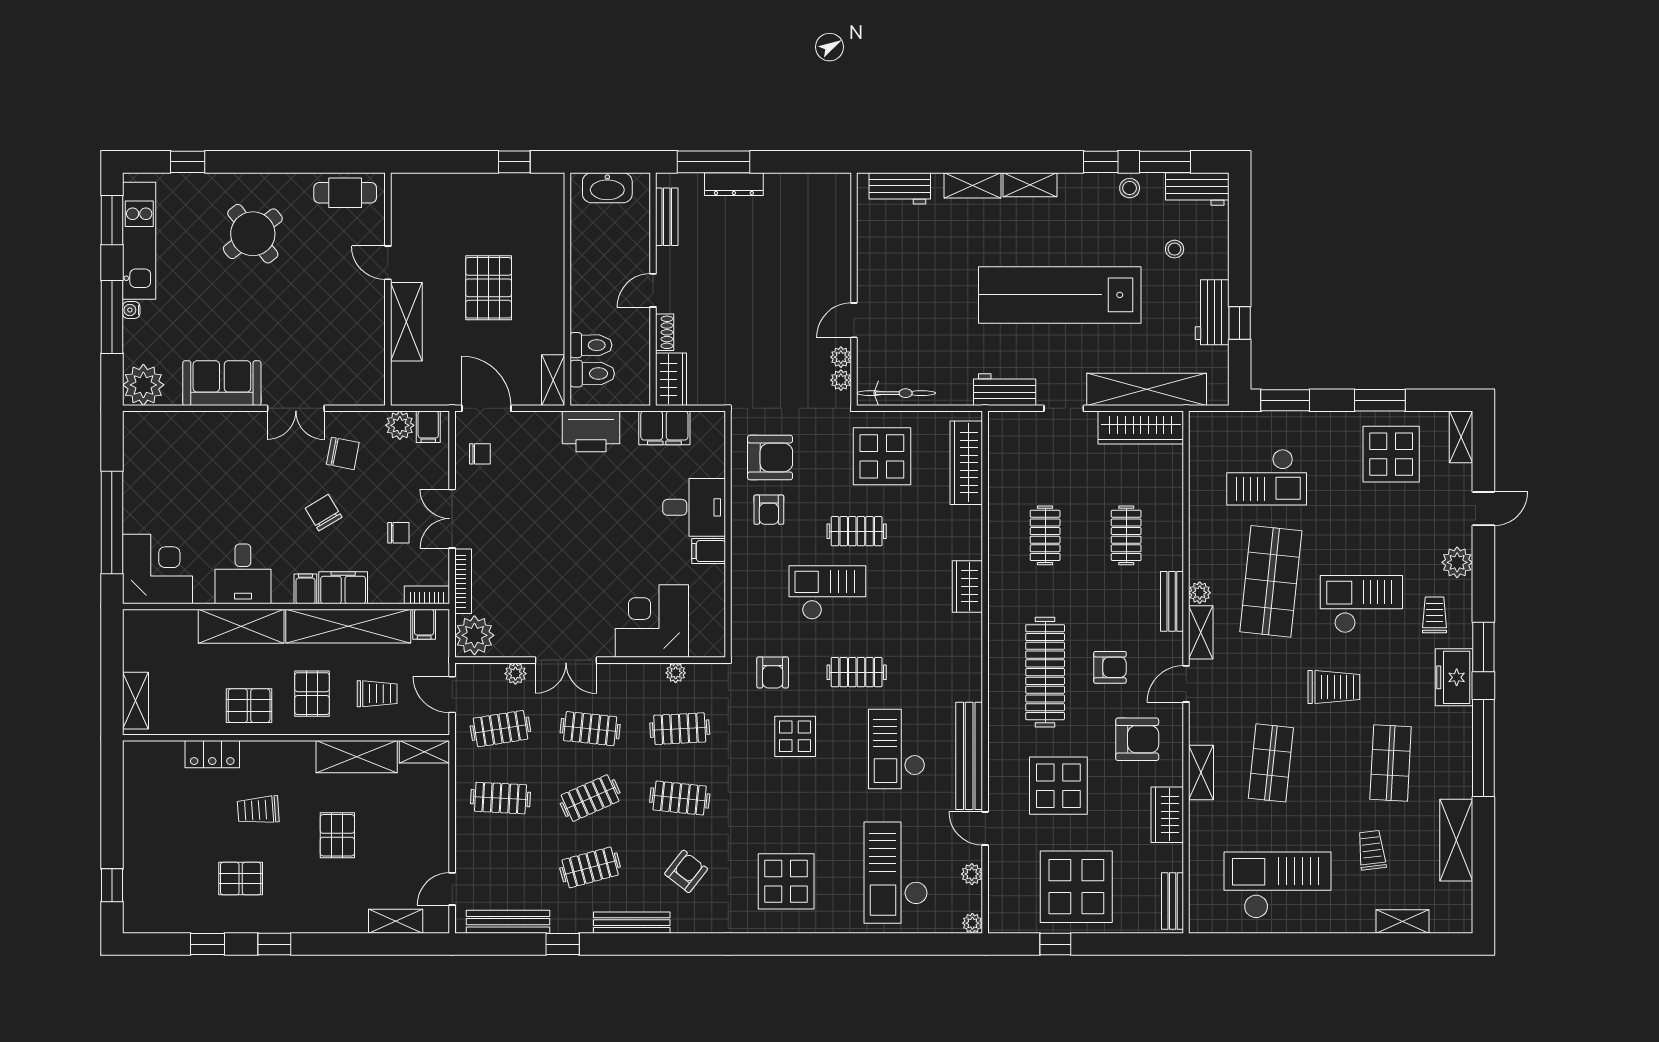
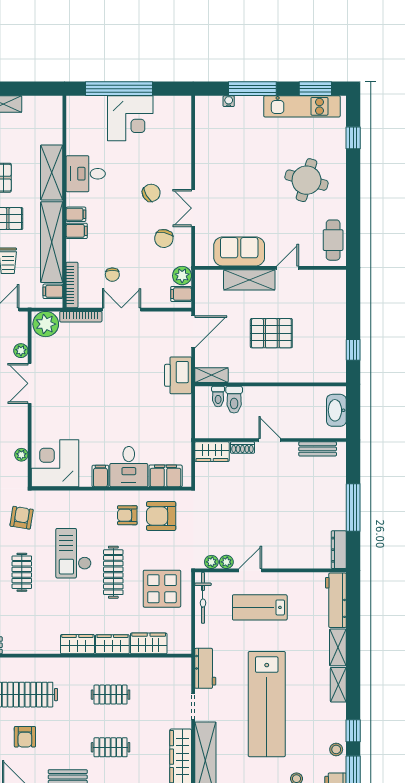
window: (714, 162) -> (353, 507), moved
dresser: (734, 184) -> (339, 550), moved
workbench: (900, 188) -> (336, 600), width x1.38
round table: (253, 234) -> (306, 180), turned -36
lab bench: (1060, 295) -> (267, 704), turned 180
lab bench: (911, 306) -> (260, 607), added
water cooler: (131, 310) -> (229, 101), moved
door: (854, 320) -> (250, 570), hinge flipped
toilet: (592, 374) -> (218, 397), width x0.73, depth x0.72
sofa: (222, 383) -> (239, 251), moved, turned -90
plant: (143, 385) -> (208, 109), removed
filing cabinet: (664, 428) -> (166, 476), moved, turned 90
printer: (591, 431) -> (178, 375), moved
chair: (480, 454) -> (164, 328), removed
armchair: (770, 457) -> (161, 516), turned 90
wardrobe: (966, 463) -> (149, 643), width x0.67
chair: (324, 513) -> (151, 193), moved
clothes rail: (857, 531) -> (113, 572), width x1.36
wardrobe: (968, 533) -> (112, 644), added
corner desk: (158, 569) -> (130, 118), moved
filing cabinet: (343, 588) -> (77, 231), width x0.50
checkout: (827, 593) -> (73, 553), turned 180
bookcase: (427, 595) -> (72, 285), width x1.56
corner desk: (652, 621) -> (55, 463), moved, turned -90
armchair: (773, 672) -> (22, 518), turned 99

